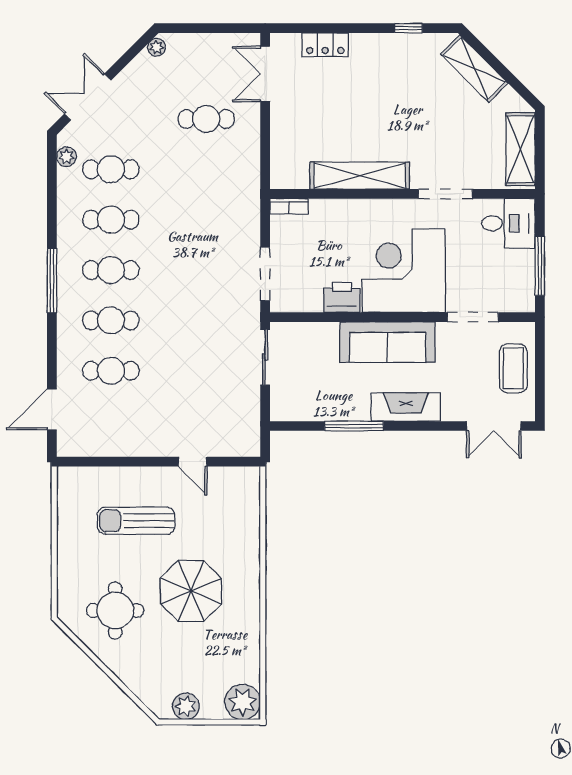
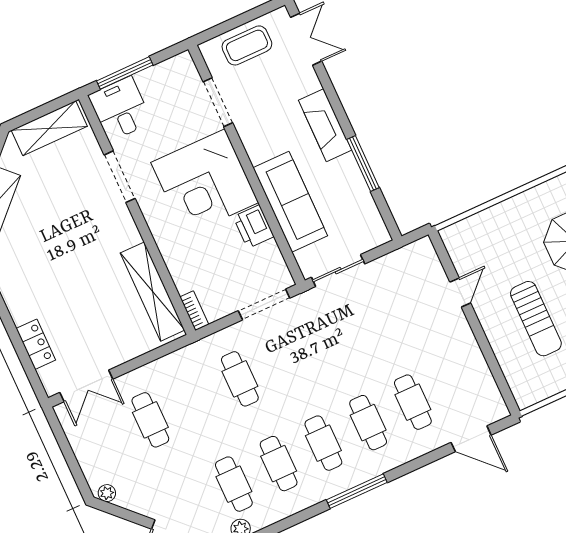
shelving: (360, 176) -> (152, 292), moved
cafe table: (206, 220) -> (240, 379), added
window: (540, 266) -> (125, 73), moved
sofa: (387, 342) -> (290, 202), moved

